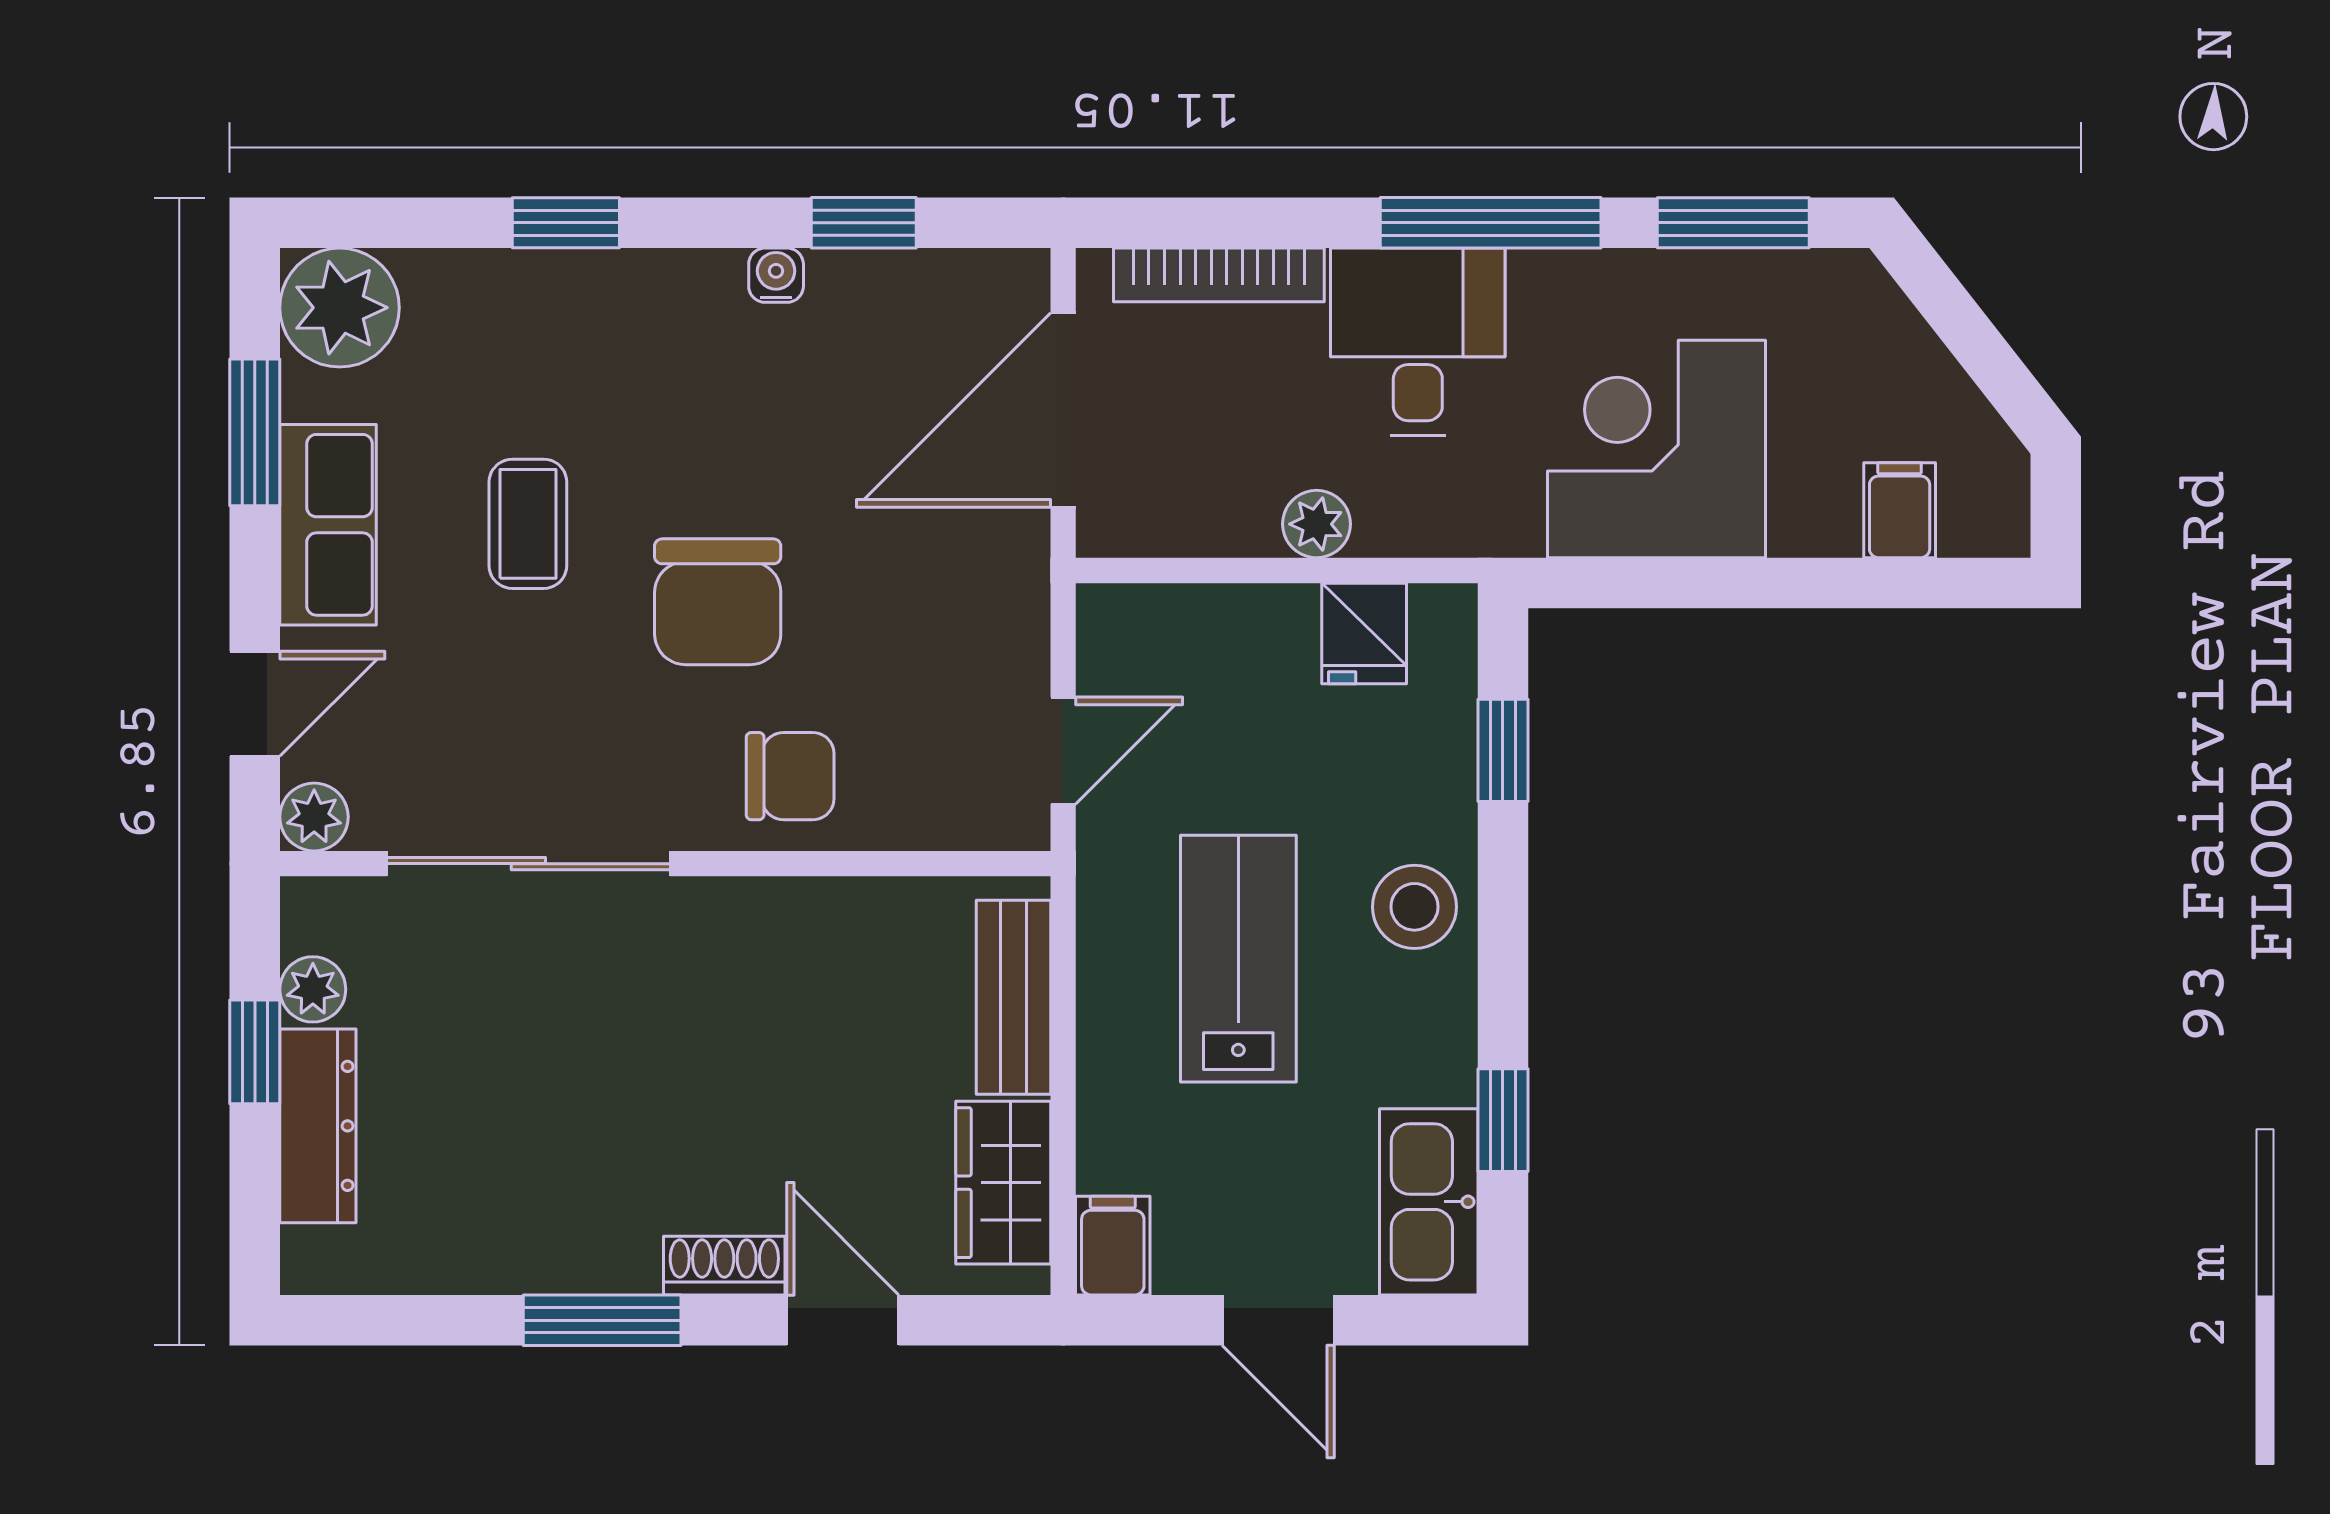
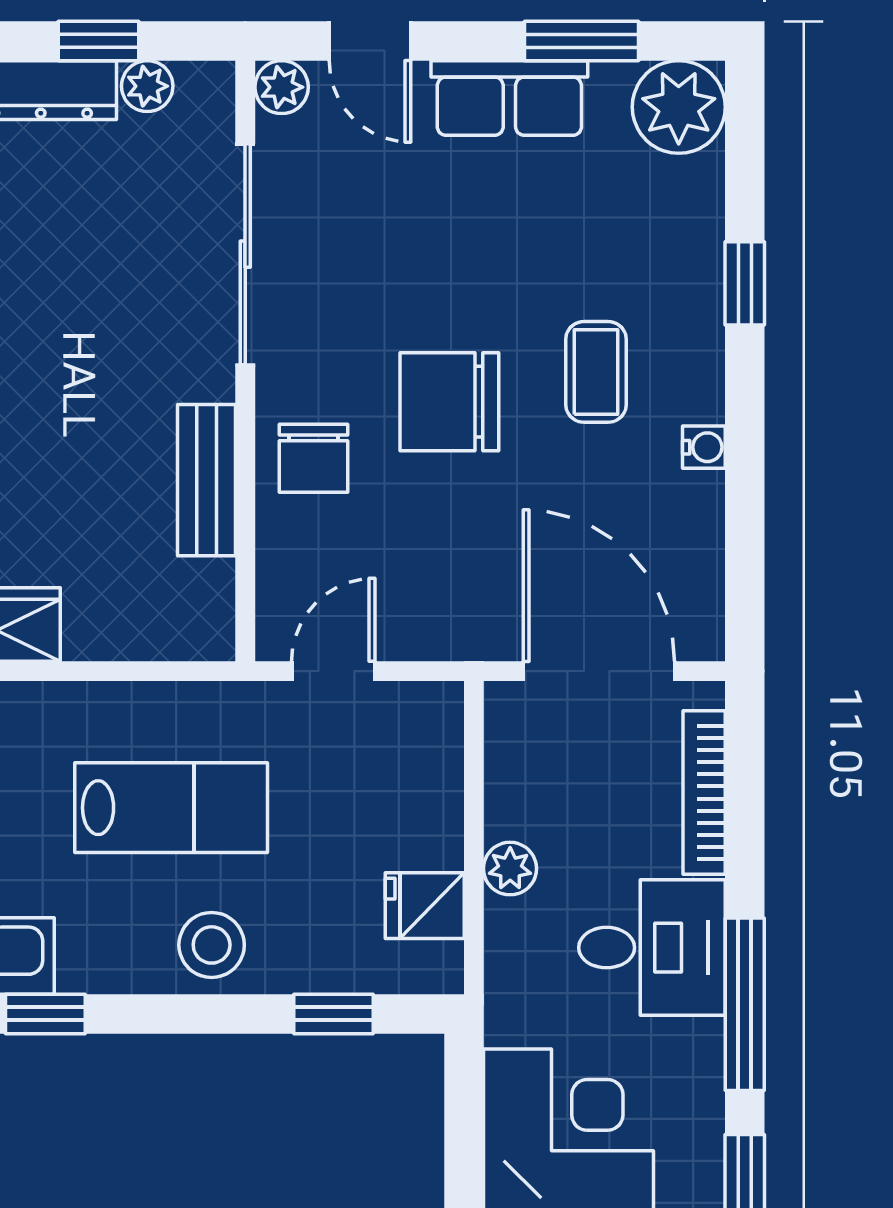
window: (864, 223) -> (745, 516), removed
coffee table: (528, 524) -> (596, 372), moved, turned 90
door: (1063, 751) -> (333, 671), swing flipped
bench: (1014, 997) -> (207, 480), moved, turned 90

